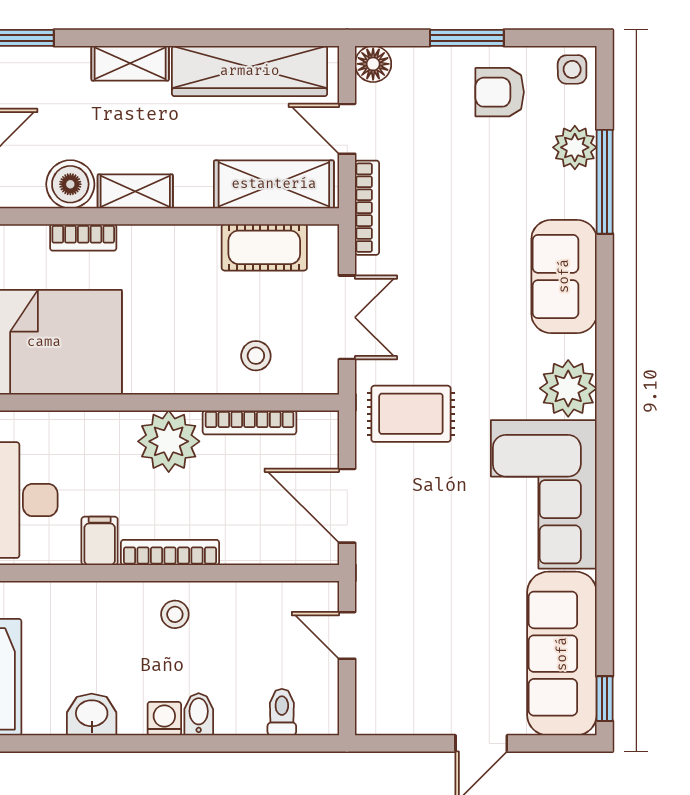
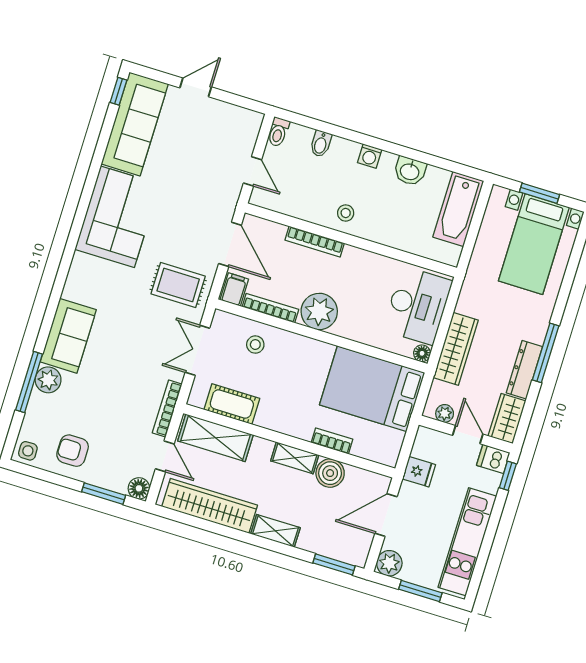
window: (467, 38) -> (104, 494), moved
armchair: (500, 92) -> (73, 451), turned 180
plant: (575, 147) -> (48, 380), moved
plant: (568, 388) -> (85, 272), removed
filing cabinet: (100, 541) -> (234, 289), moved, turned 180
bookcase: (170, 552) -> (315, 242), moved
toilet: (282, 712) -> (278, 132), moved
bidet: (199, 714) -> (321, 144), moved

